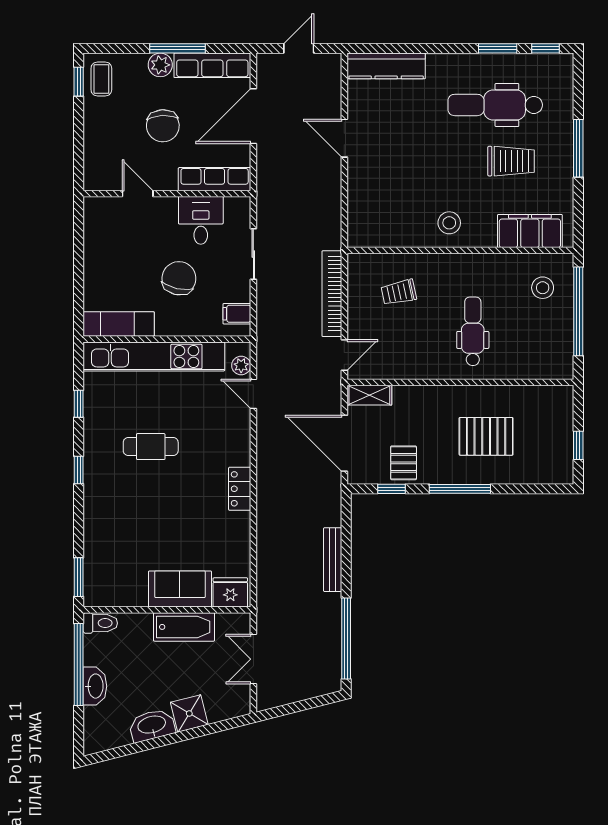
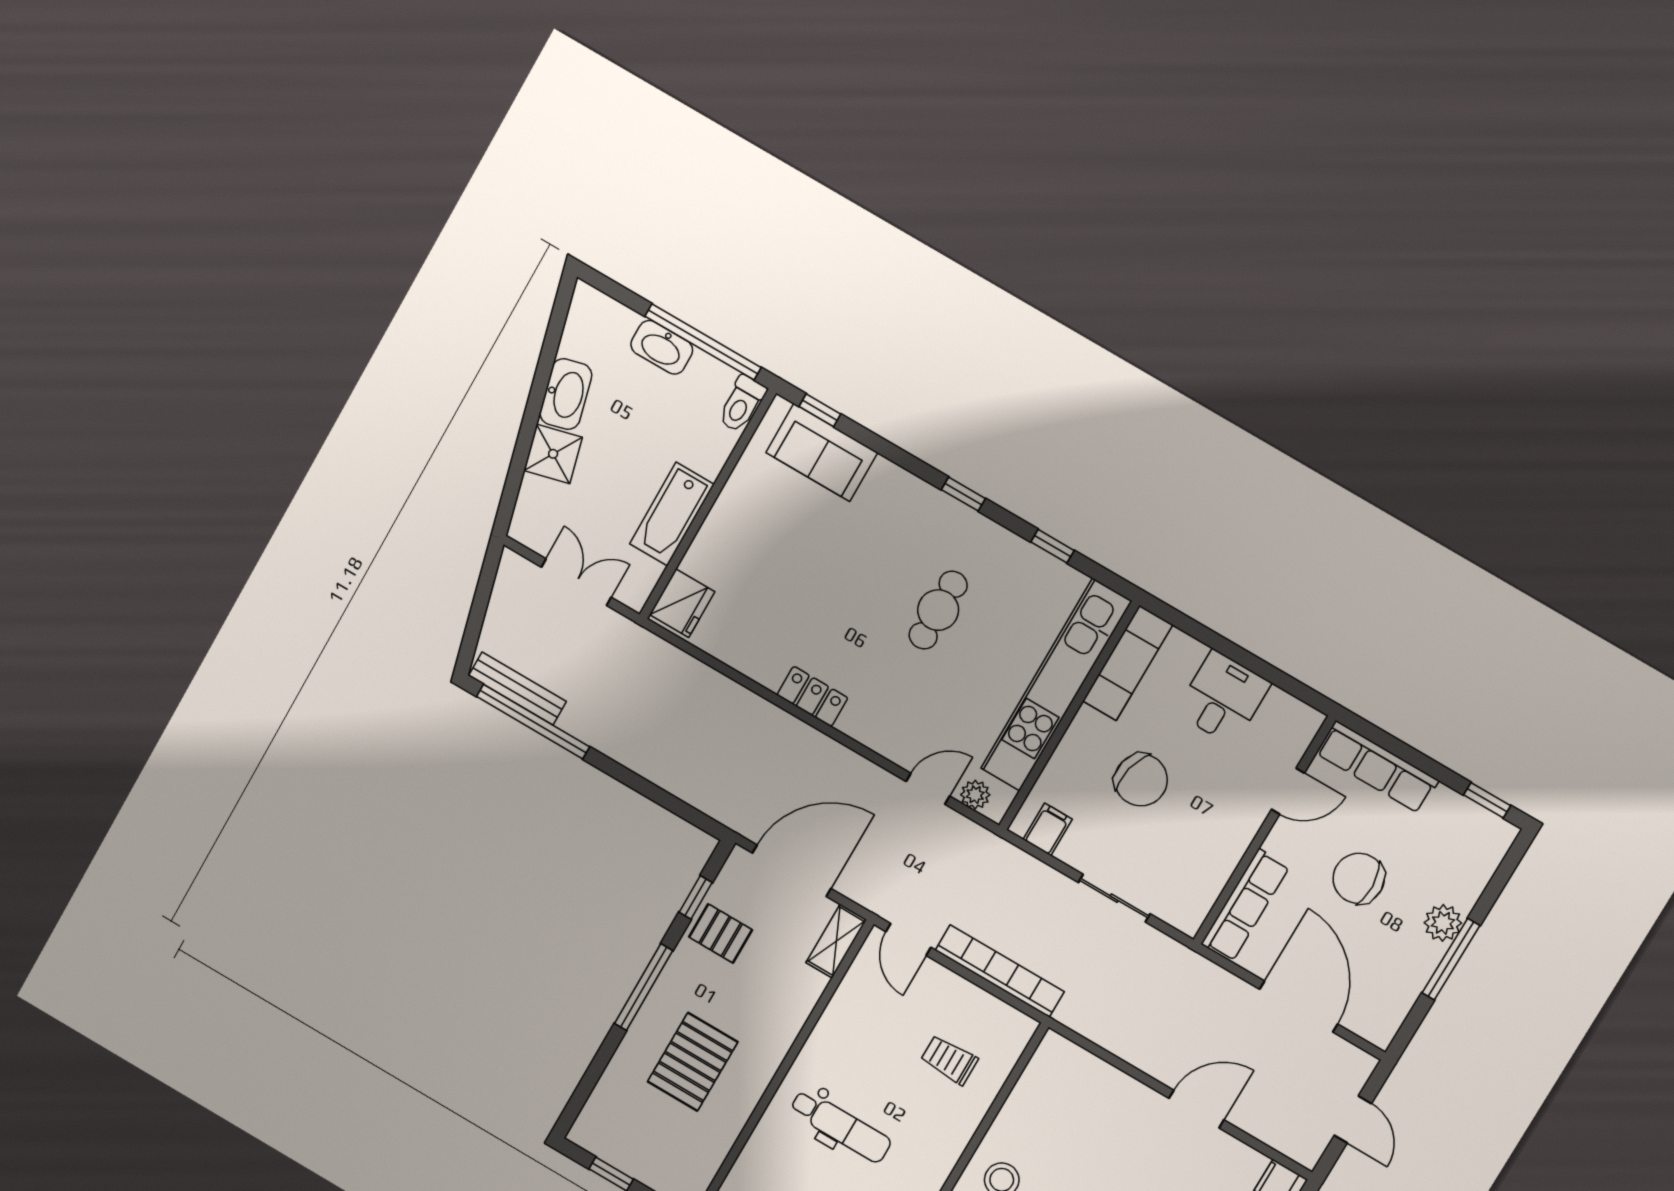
row of seats: (212, 65) -> (1377, 767), moved, turned -90
coffee table: (101, 79) -> (1472, 833), removed
desk: (201, 220) -> (1223, 698), moved, turned -90
trolley: (399, 292) -> (949, 1060), turned -78
bench: (333, 560) -> (517, 689), moved
window: (79, 577) -> (820, 410), width x0.67
sofa: (180, 589) -> (822, 453), moved, turned 90

